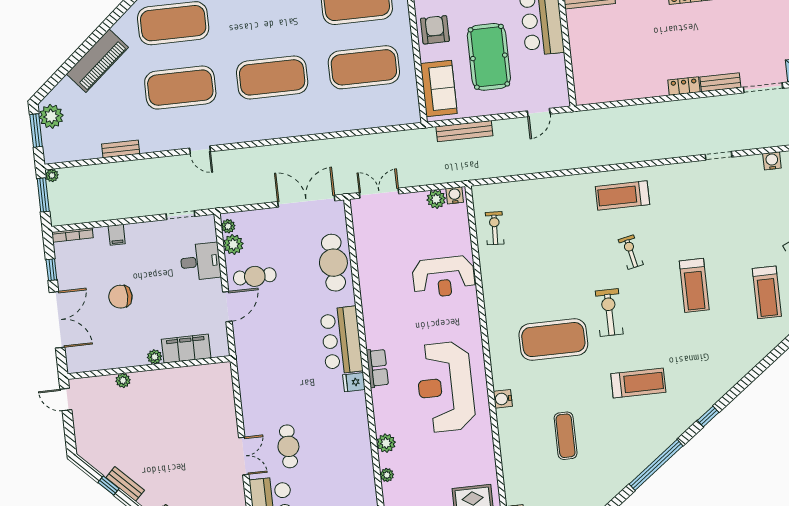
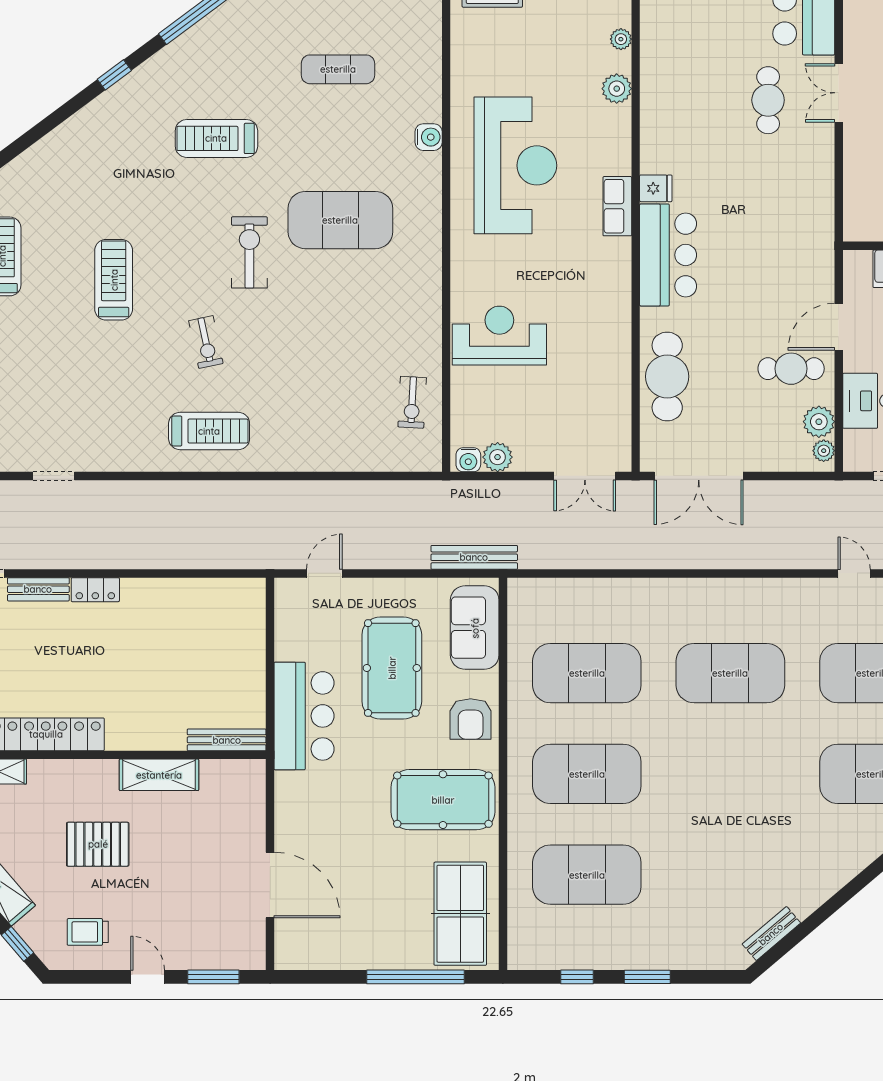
bench: (464, 131) -> (474, 557), moved
exercise bike: (609, 312) -> (249, 252), turned 180
exercise mat: (566, 436) -> (338, 69), turned 90

